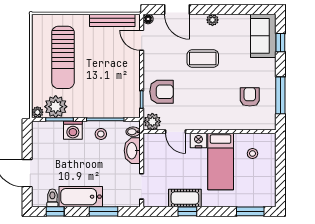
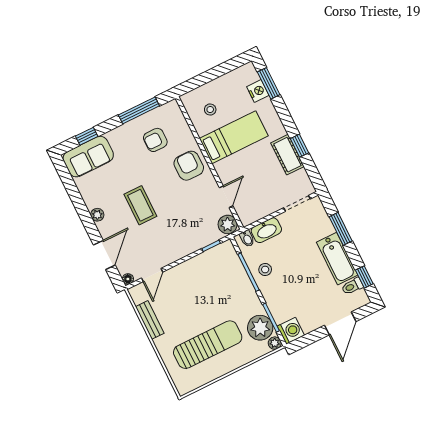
bench: (112, 20) -> (150, 320), width x0.73
armchair: (162, 92) -> (189, 166), moved
washing machine: (73, 130) -> (291, 331), moved
nightstand: (199, 140) -> (258, 91), moved, turned 180

